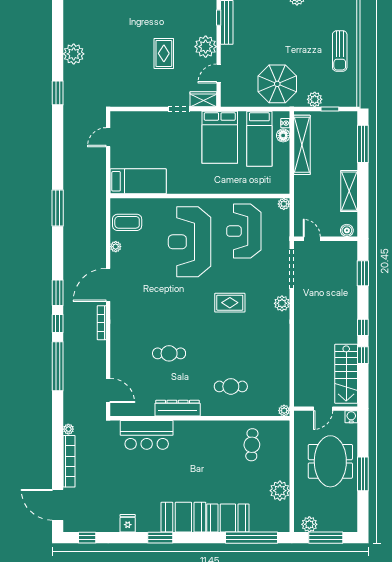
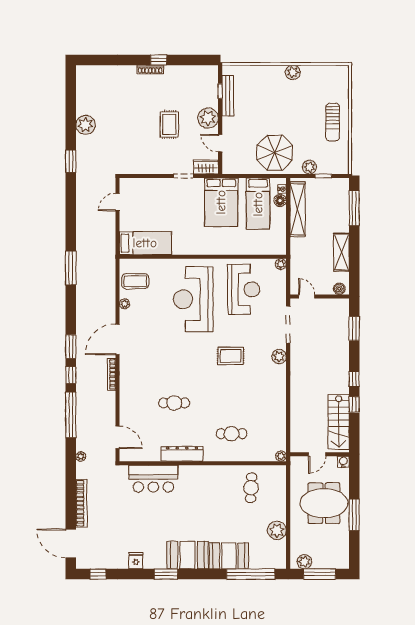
door: (219, 74) -> (220, 143), hinge flipped
reception desk: (244, 231) -> (244, 289), turned 180
plant: (68, 429) -> (81, 456), moved
meeting table: (330, 461) -> (324, 503), turned 90

